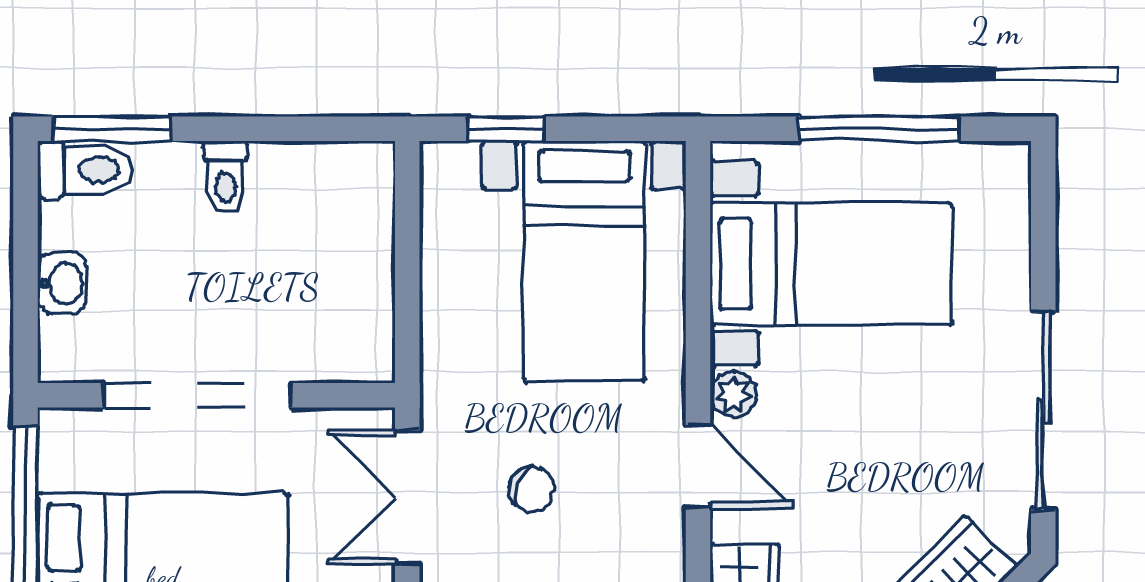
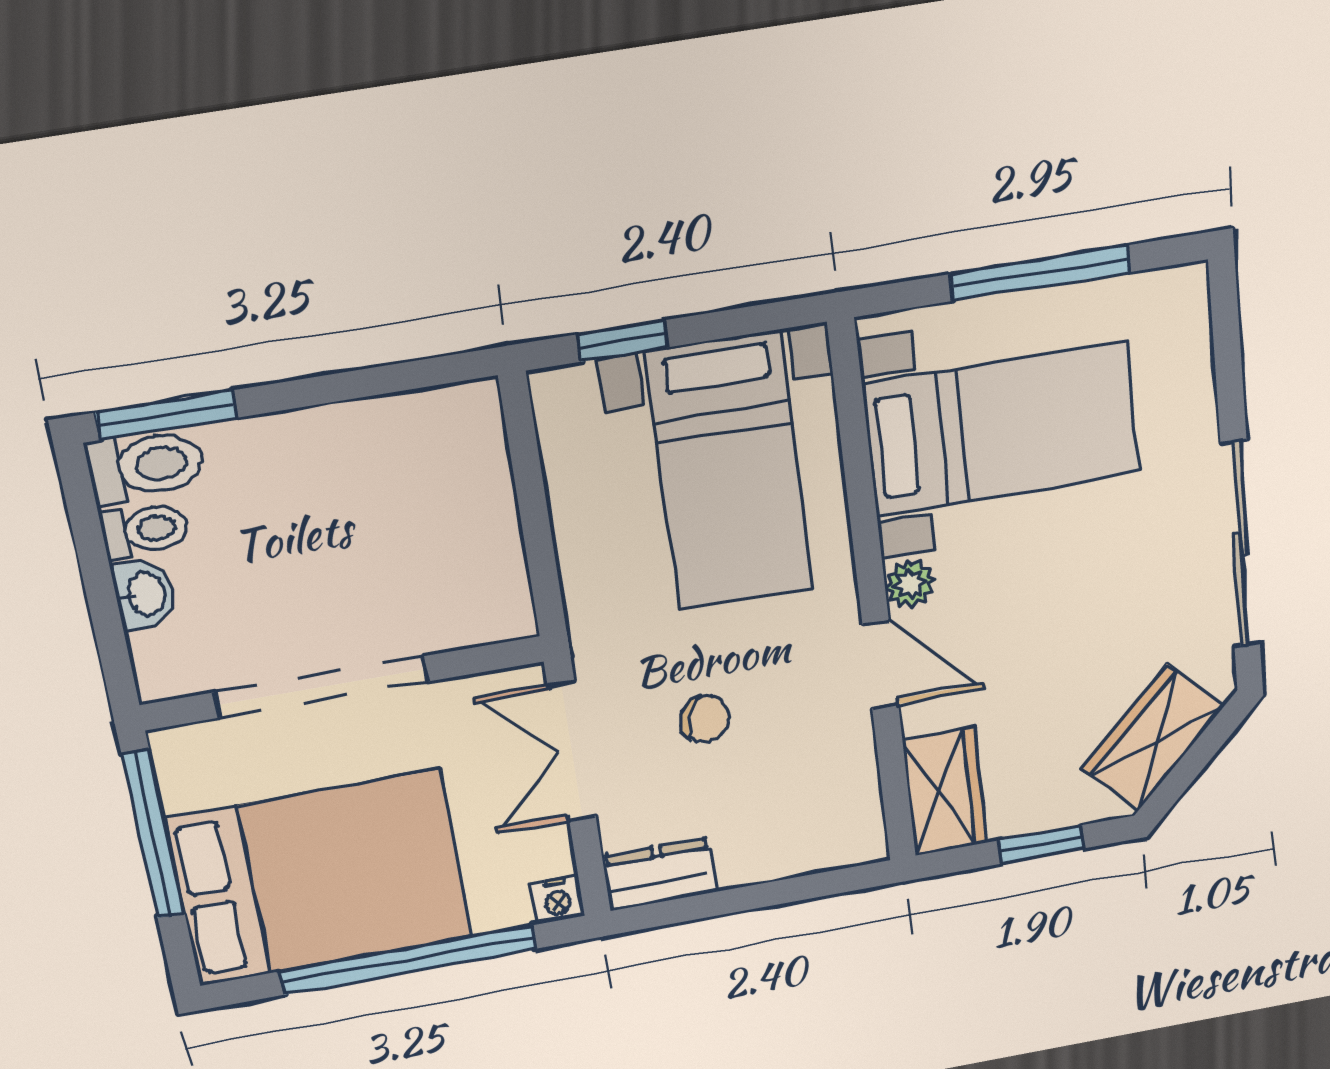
toilet: (225, 177) -> (145, 530), moved, turned -90

